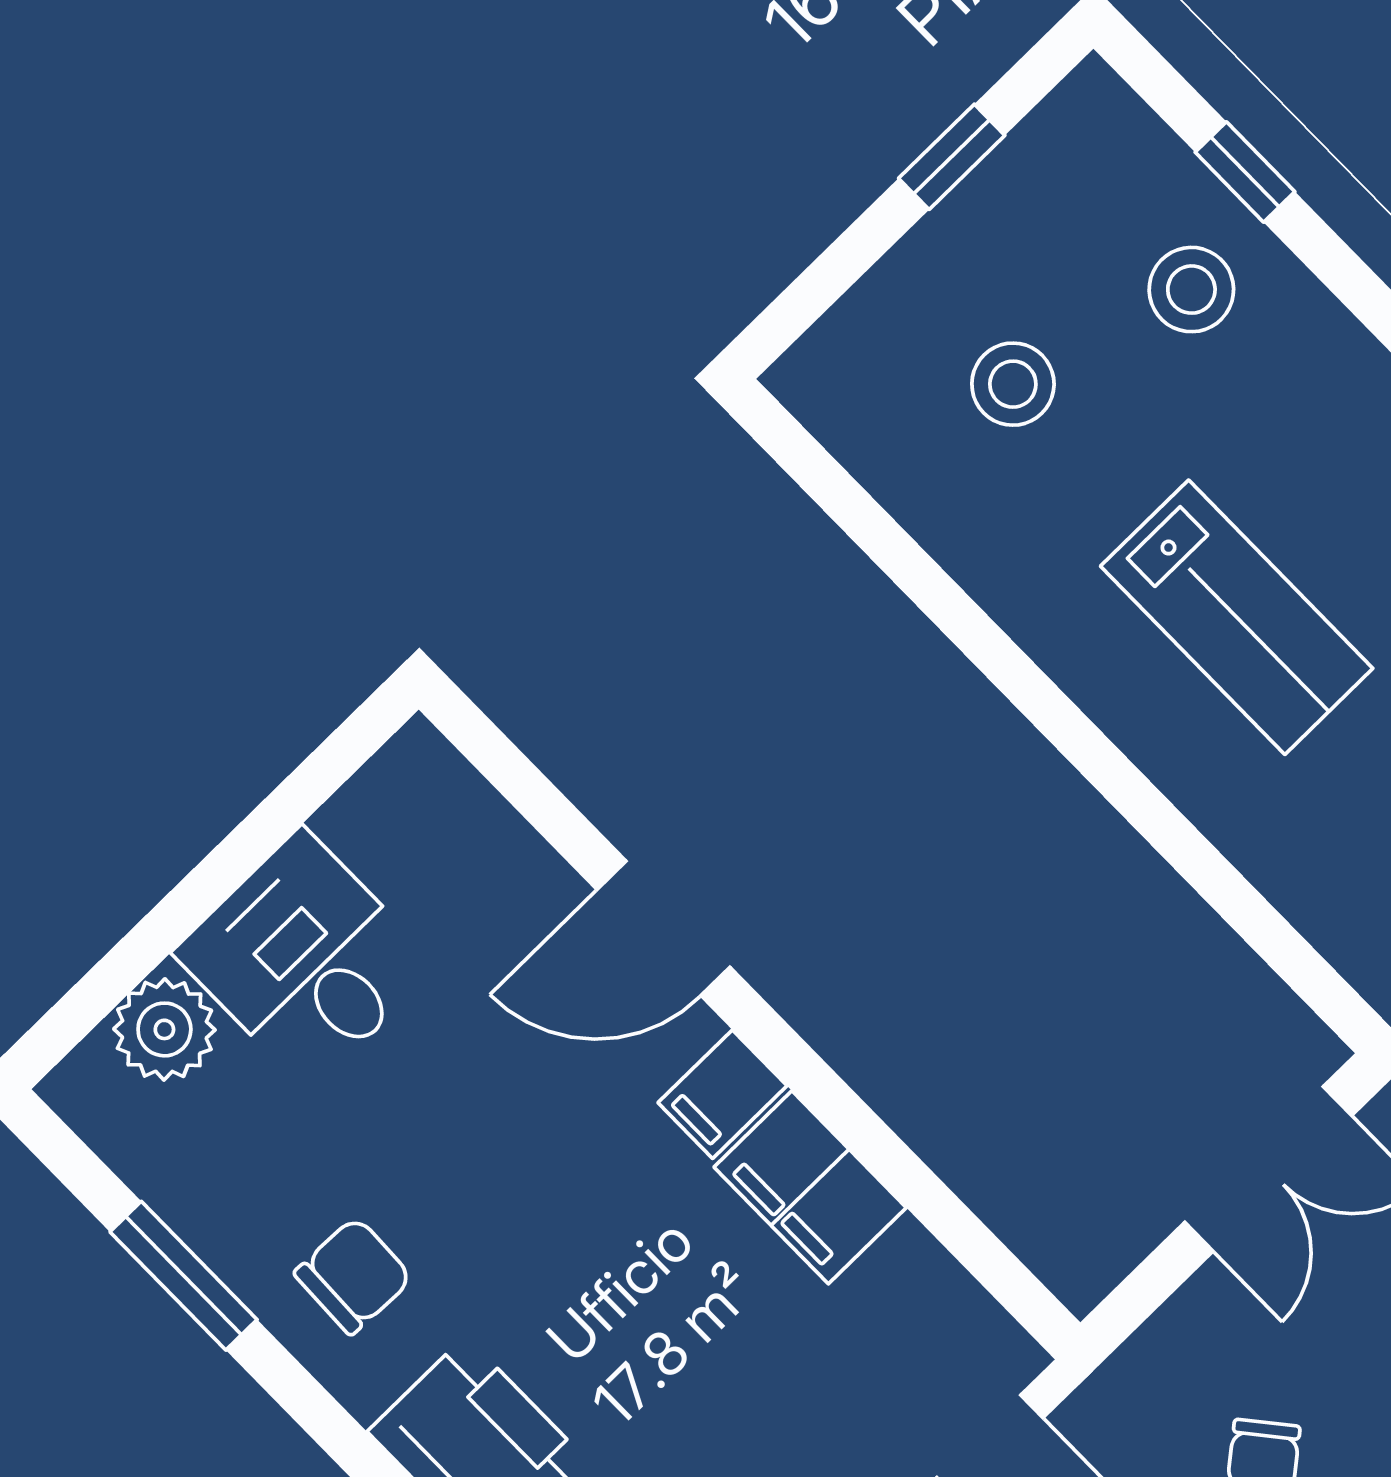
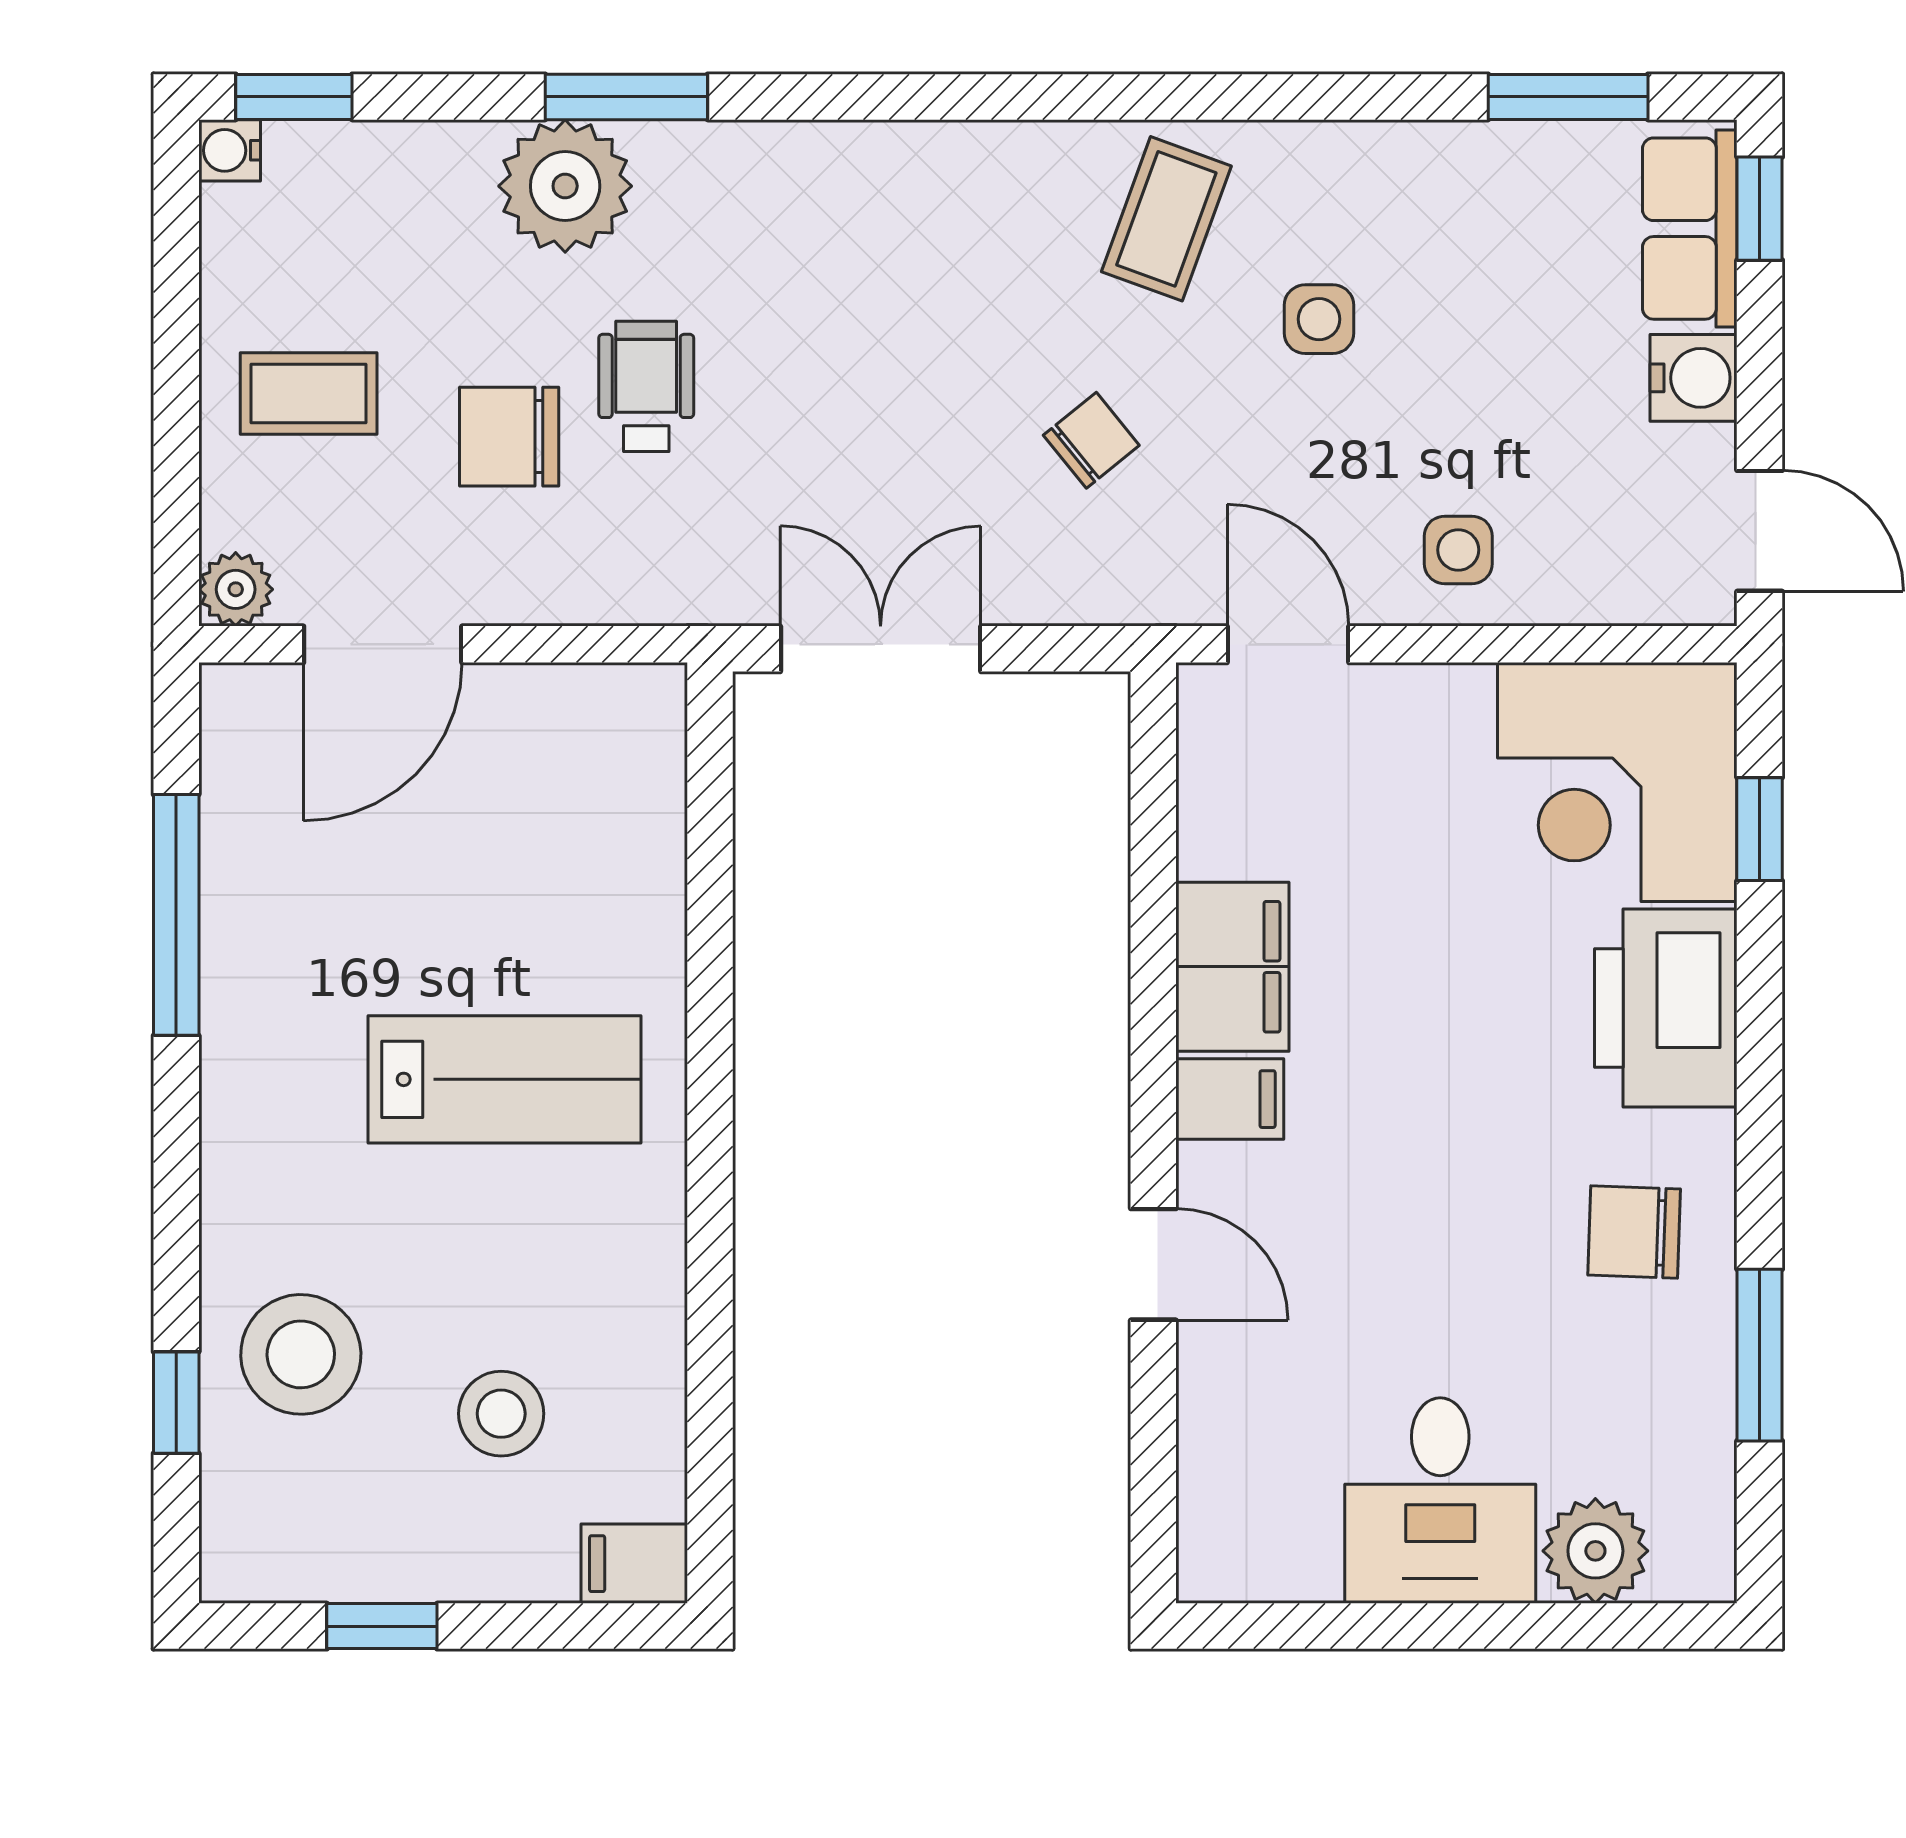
stool: (1191, 290) -> (301, 1354), width x1.38, depth x1.38
filing cabinet: (820, 371) -> (634, 1564), added
lab bench: (1237, 617) -> (505, 1079), turned 90
door: (664, 928) -> (1153, 1264), width x0.73

